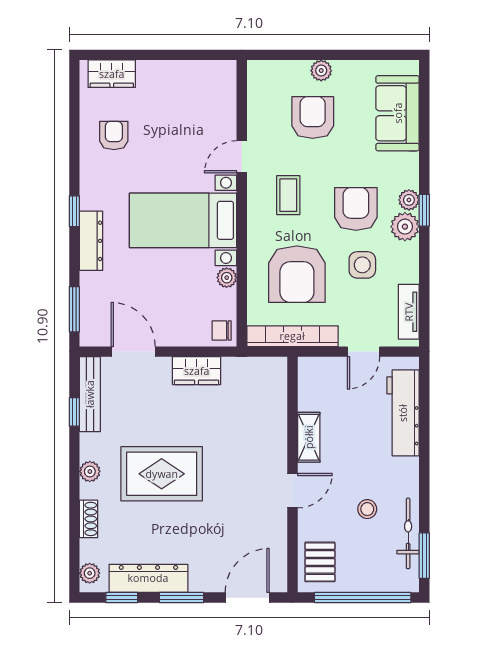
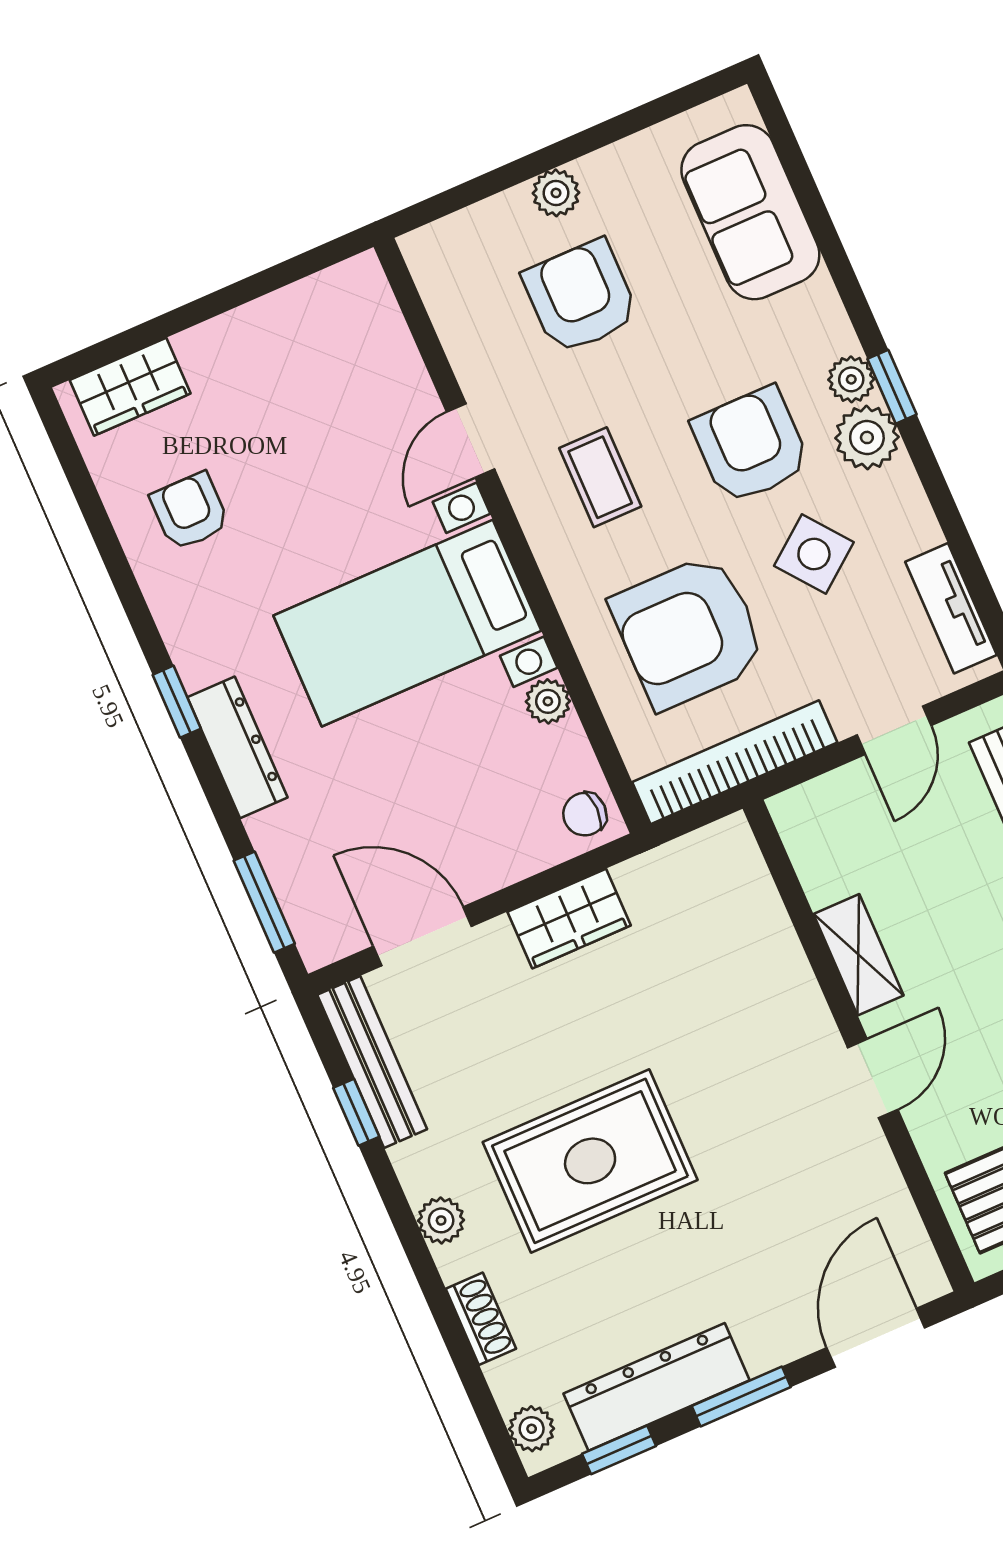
side table: (362, 265) -> (814, 554), turned -38
armchair: (297, 274) -> (688, 631), turned 90

